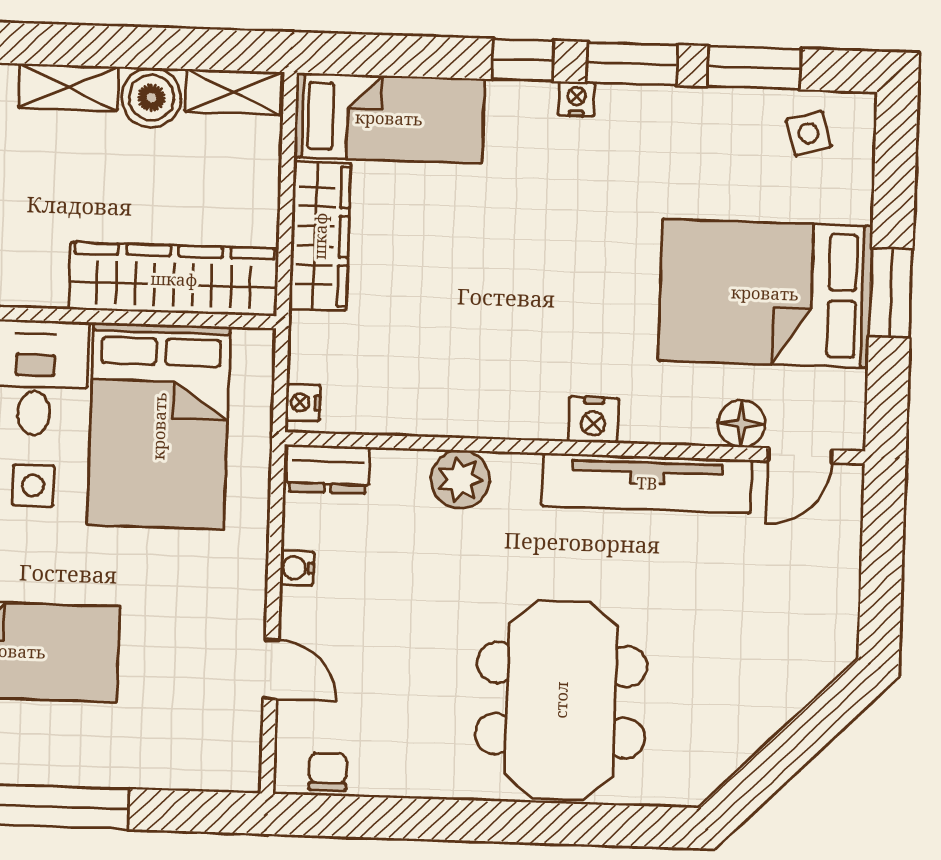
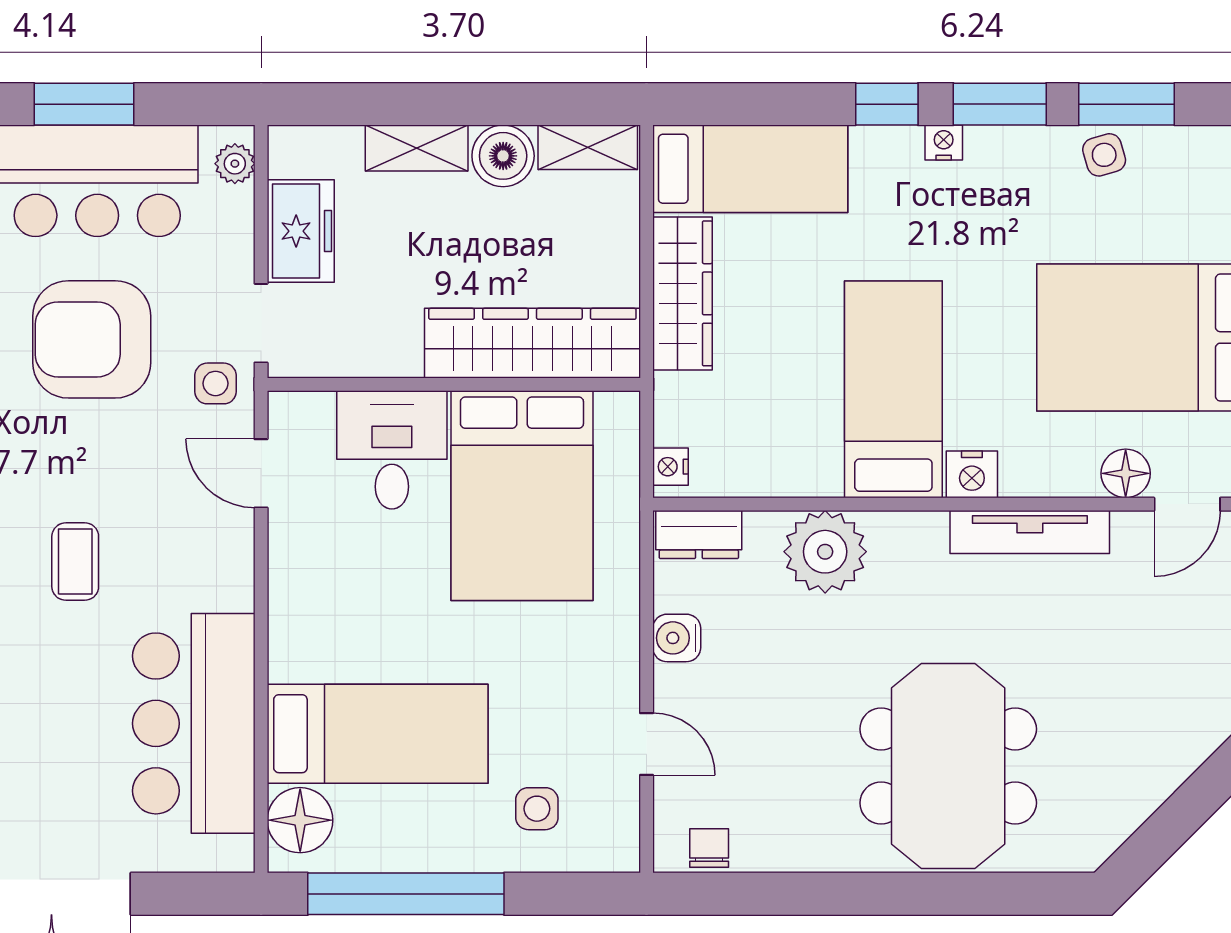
side table: (809, 133) -> (1104, 155), moved
bed: (520, 335) -> (893, 389), added
plant: (460, 479) -> (825, 552), width x1.36, depth x1.36
tv unit: (647, 483) -> (1030, 532), width x0.73, depth x0.78
side table: (33, 486) -> (537, 809), moved
water cooler: (297, 568) -> (677, 638), width x1.38, depth x1.38

